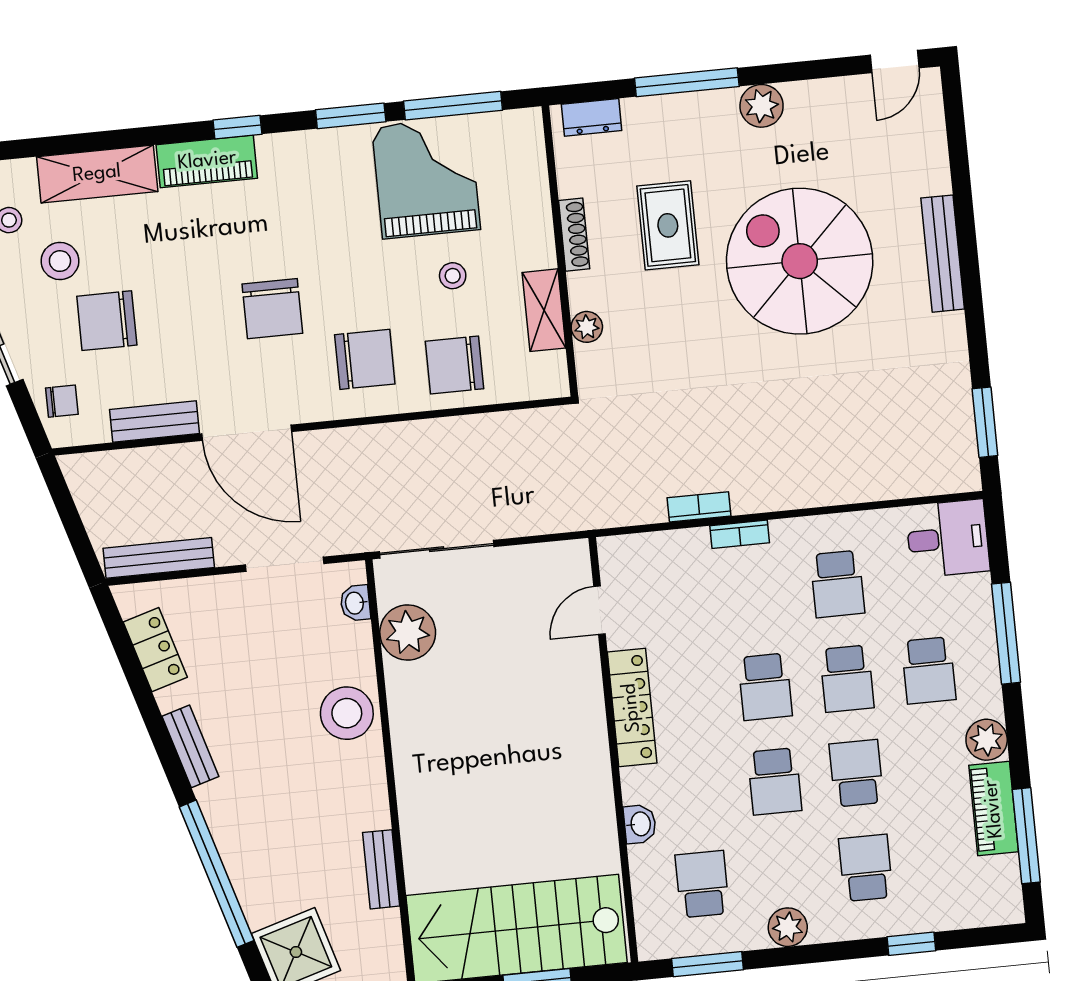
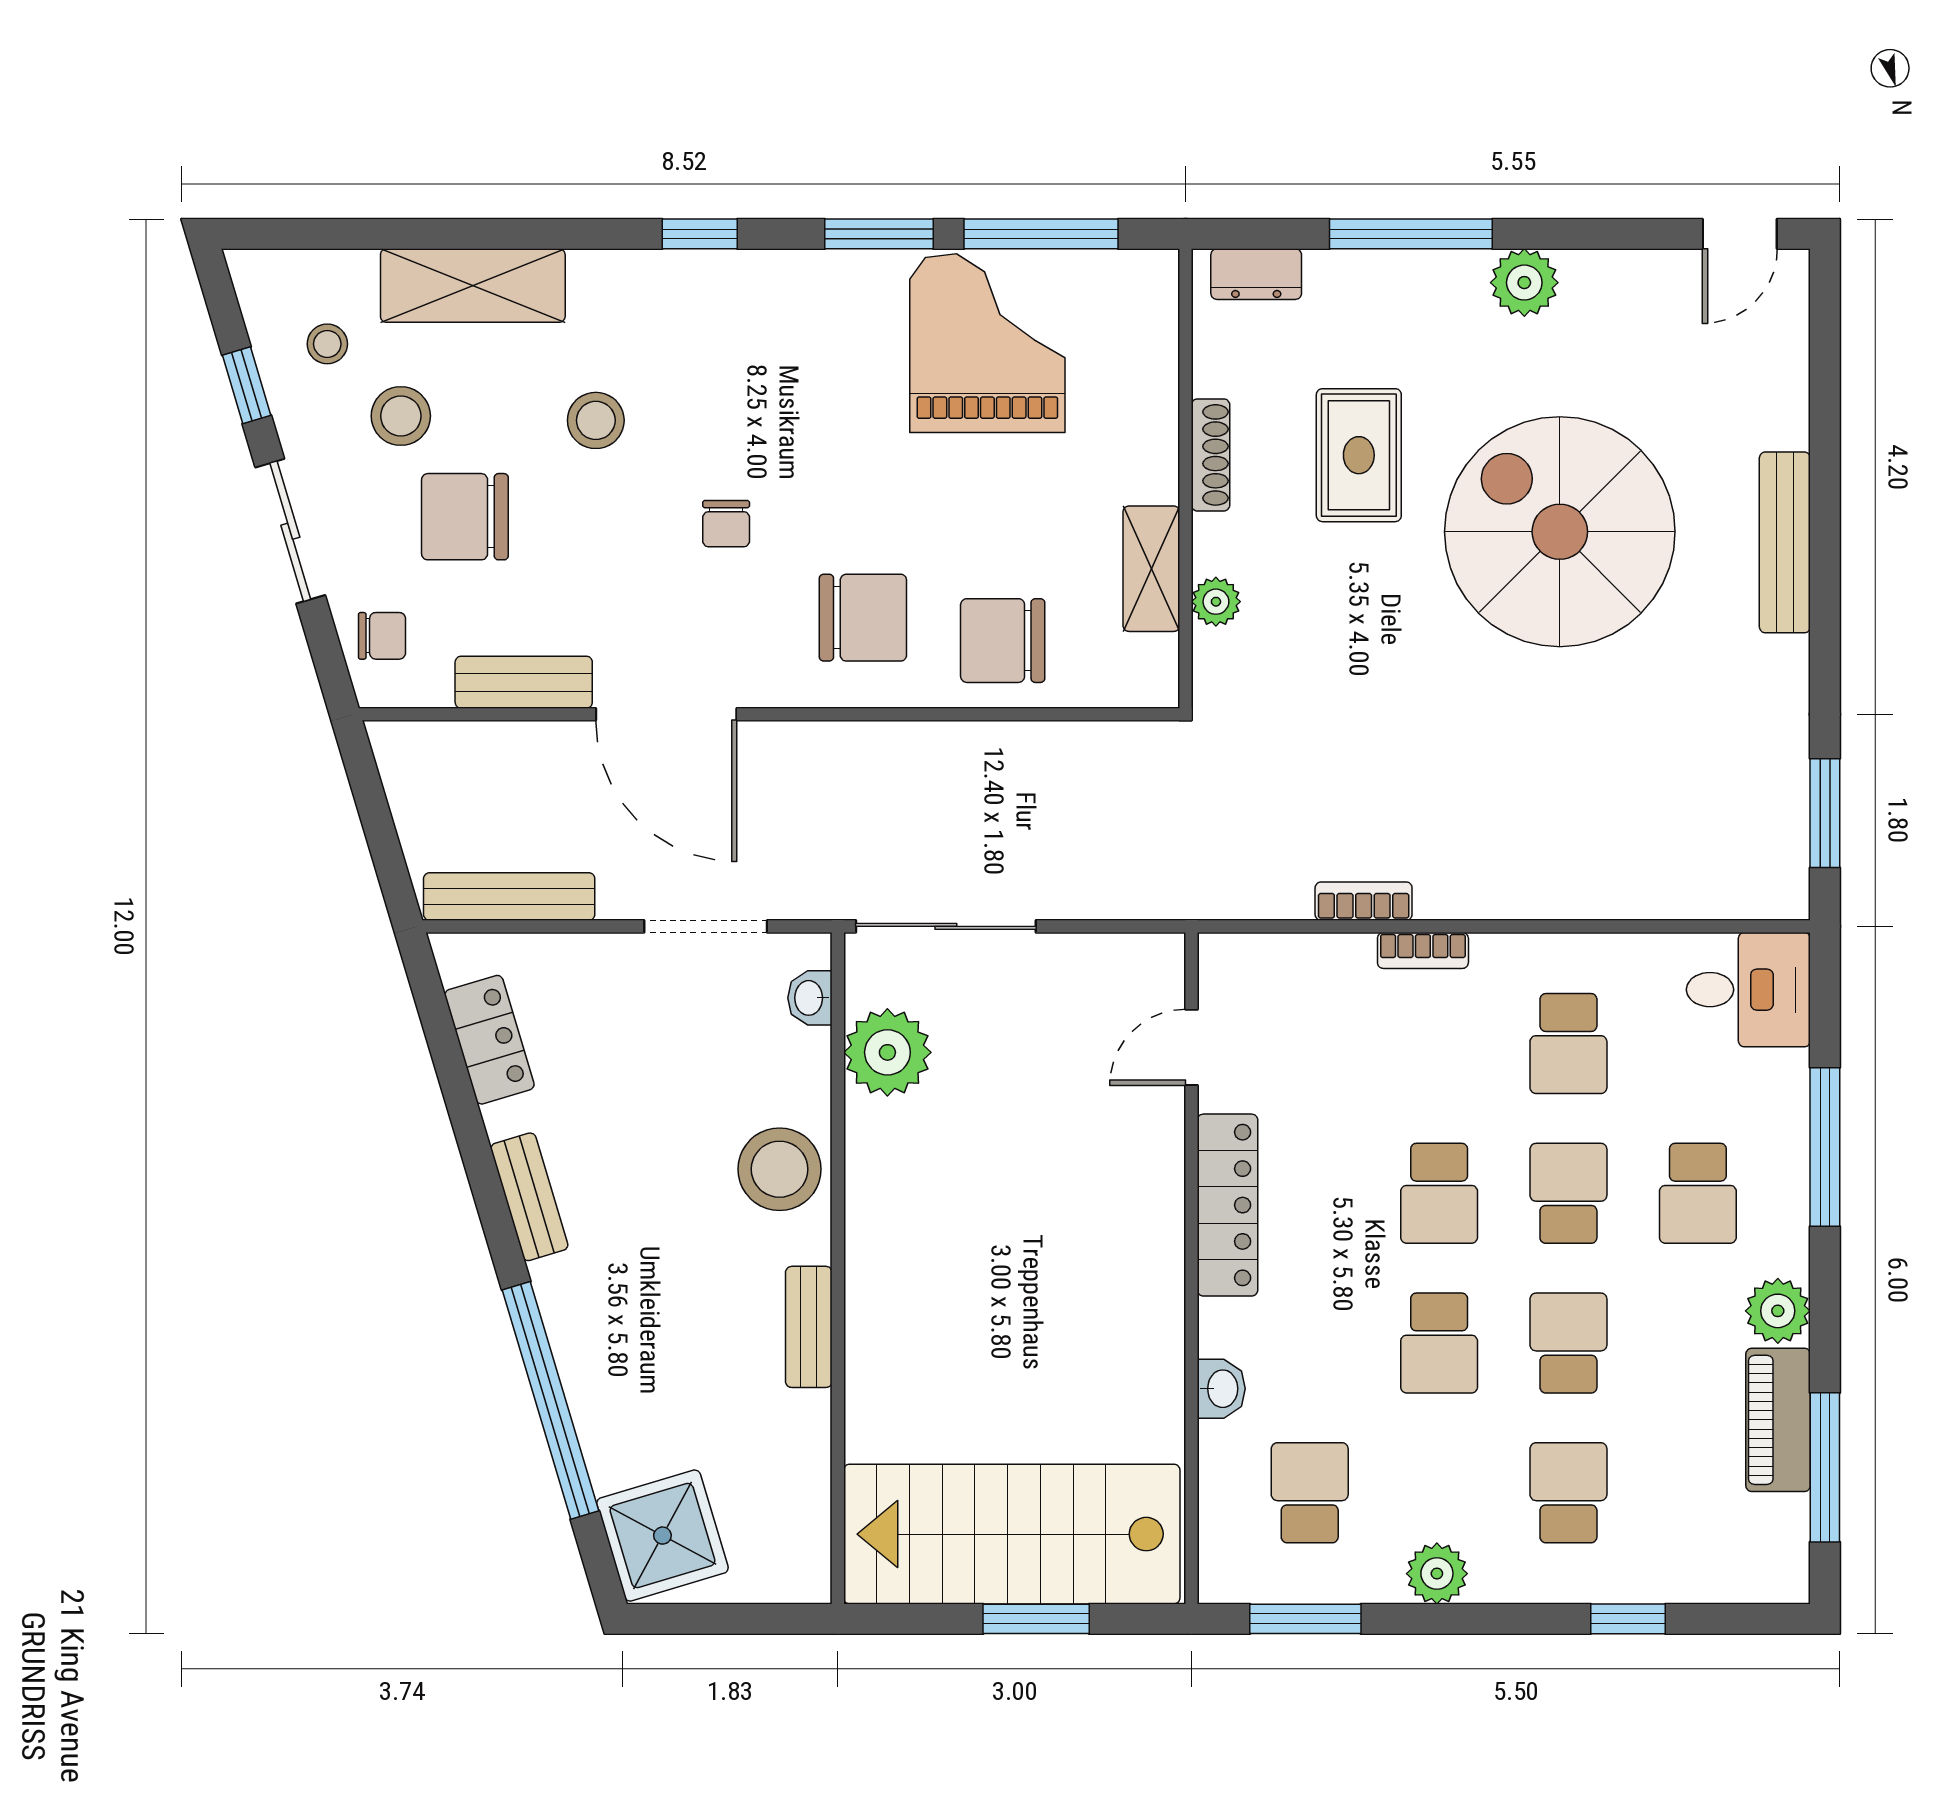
piano: (207, 161) -> (646, 283), removed
stool: (453, 276) -> (596, 420), moved, width x1.37, depth x1.37
chair: (272, 309) -> (726, 524), width x0.54, depth x0.54
school desk: (847, 679) -> (1568, 1193), turned 180
bench: (381, 869) -> (809, 1327), moved

